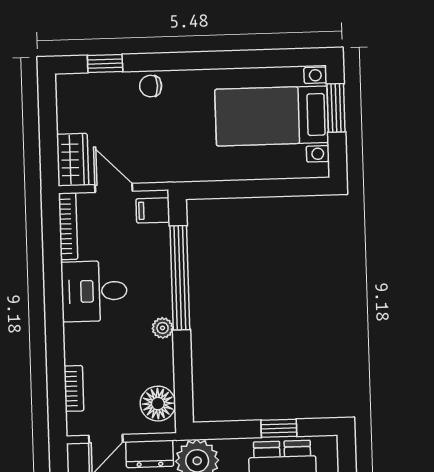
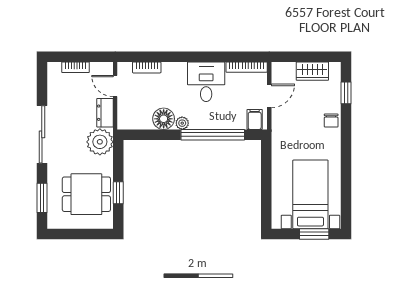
chair: (151, 86) -> (331, 120), turned 180
wardrobe: (73, 160) -> (312, 71), moved
floor lamp: (158, 404) -> (164, 119), moved

